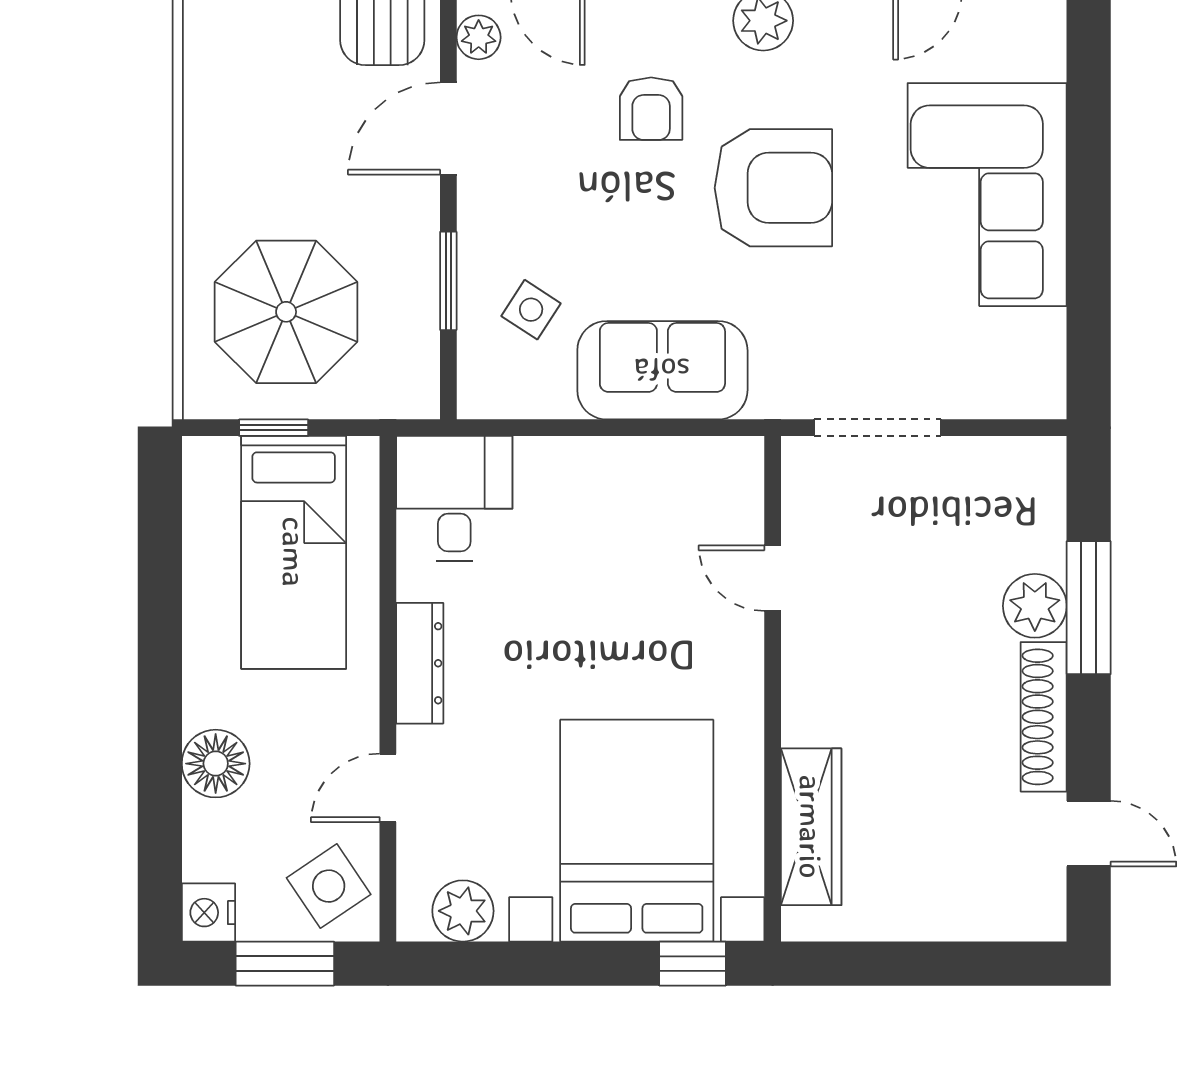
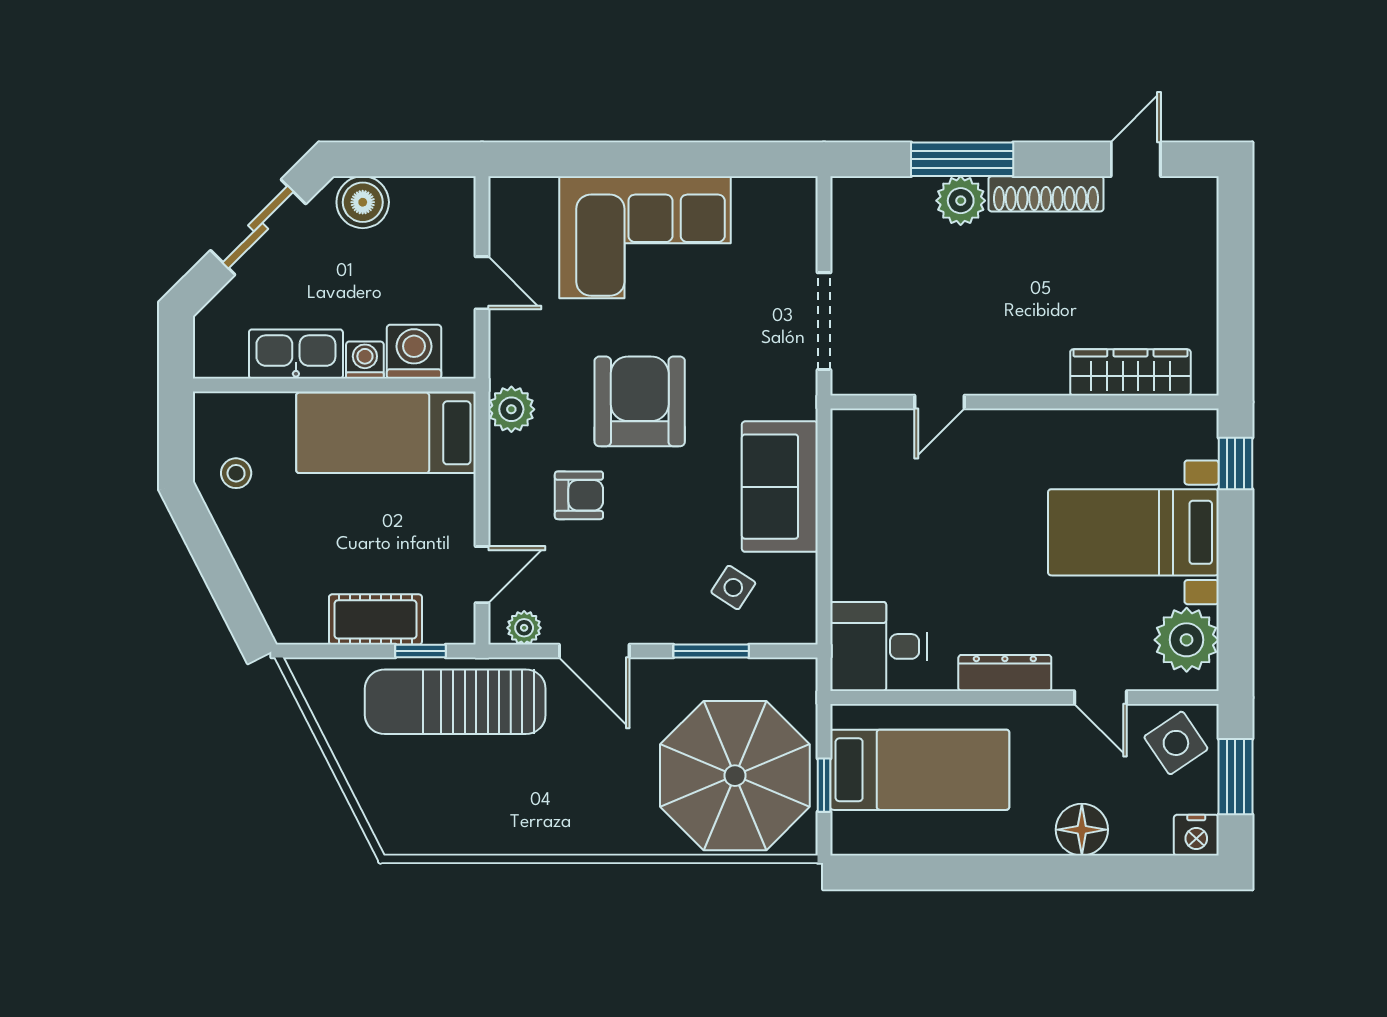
parasol: (286, 312) -> (735, 776), width x1.36, depth x1.36
bed with nightstands: (637, 831) -> (1133, 532), width x0.73
plant: (463, 911) -> (1187, 640), width x1.36, depth x1.36

